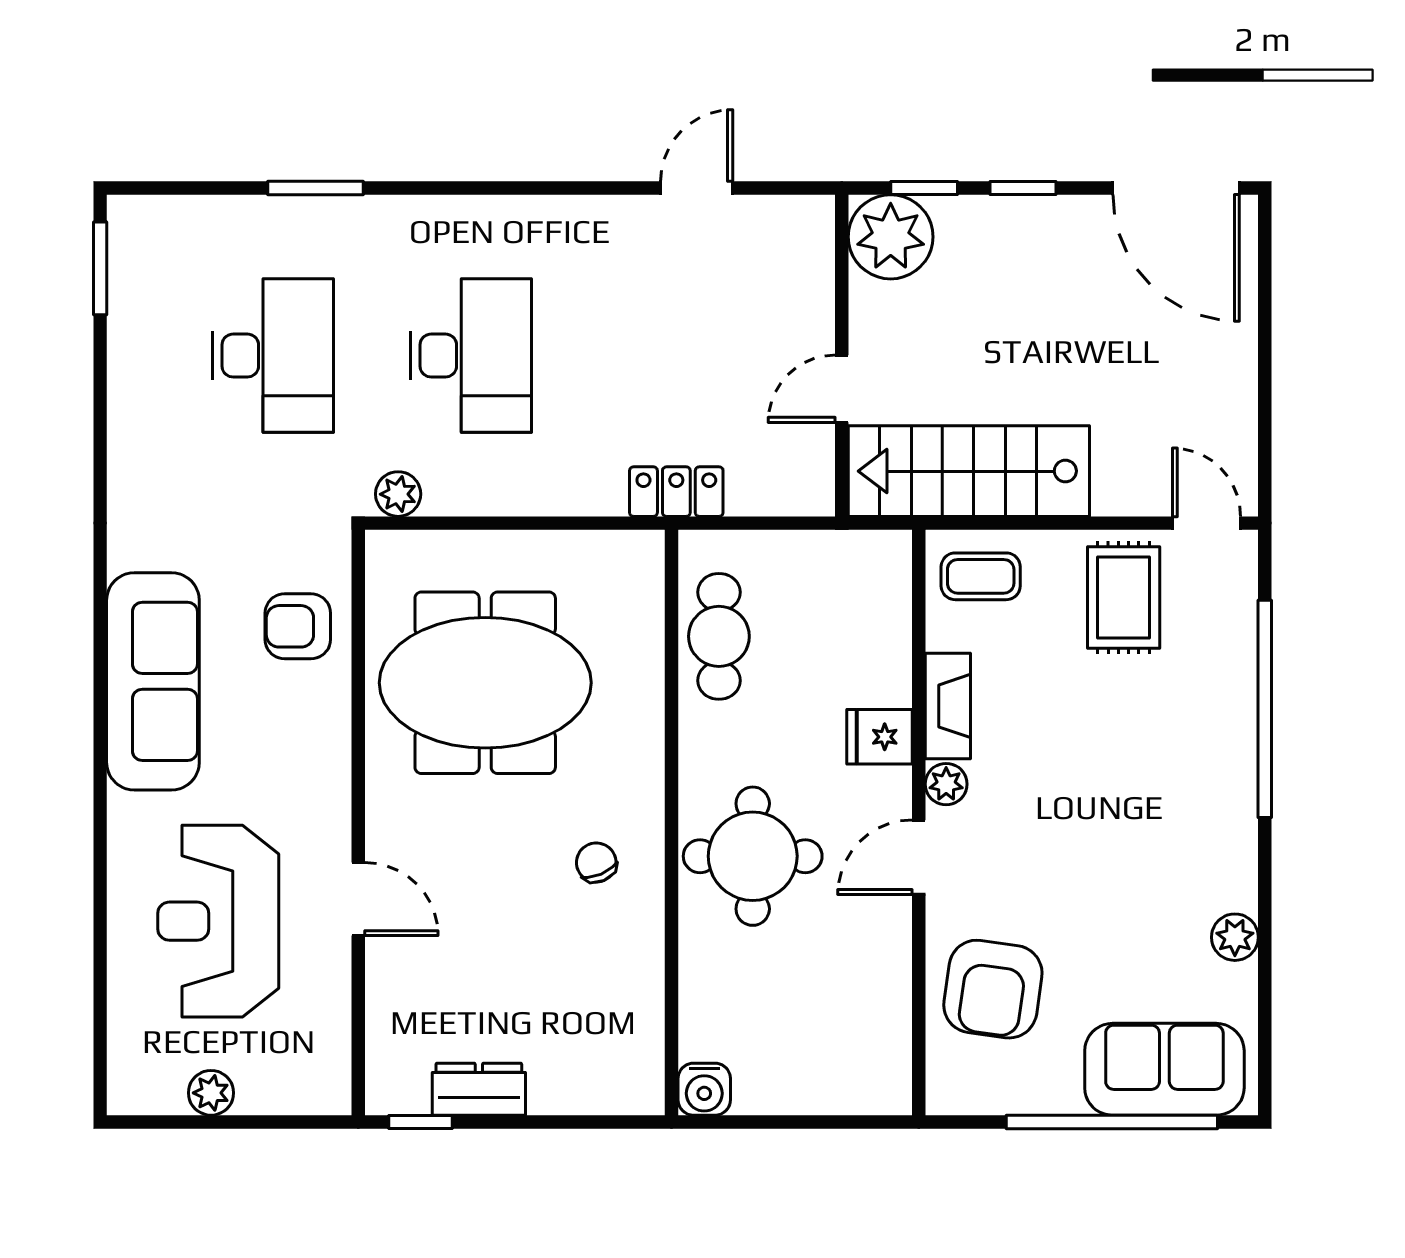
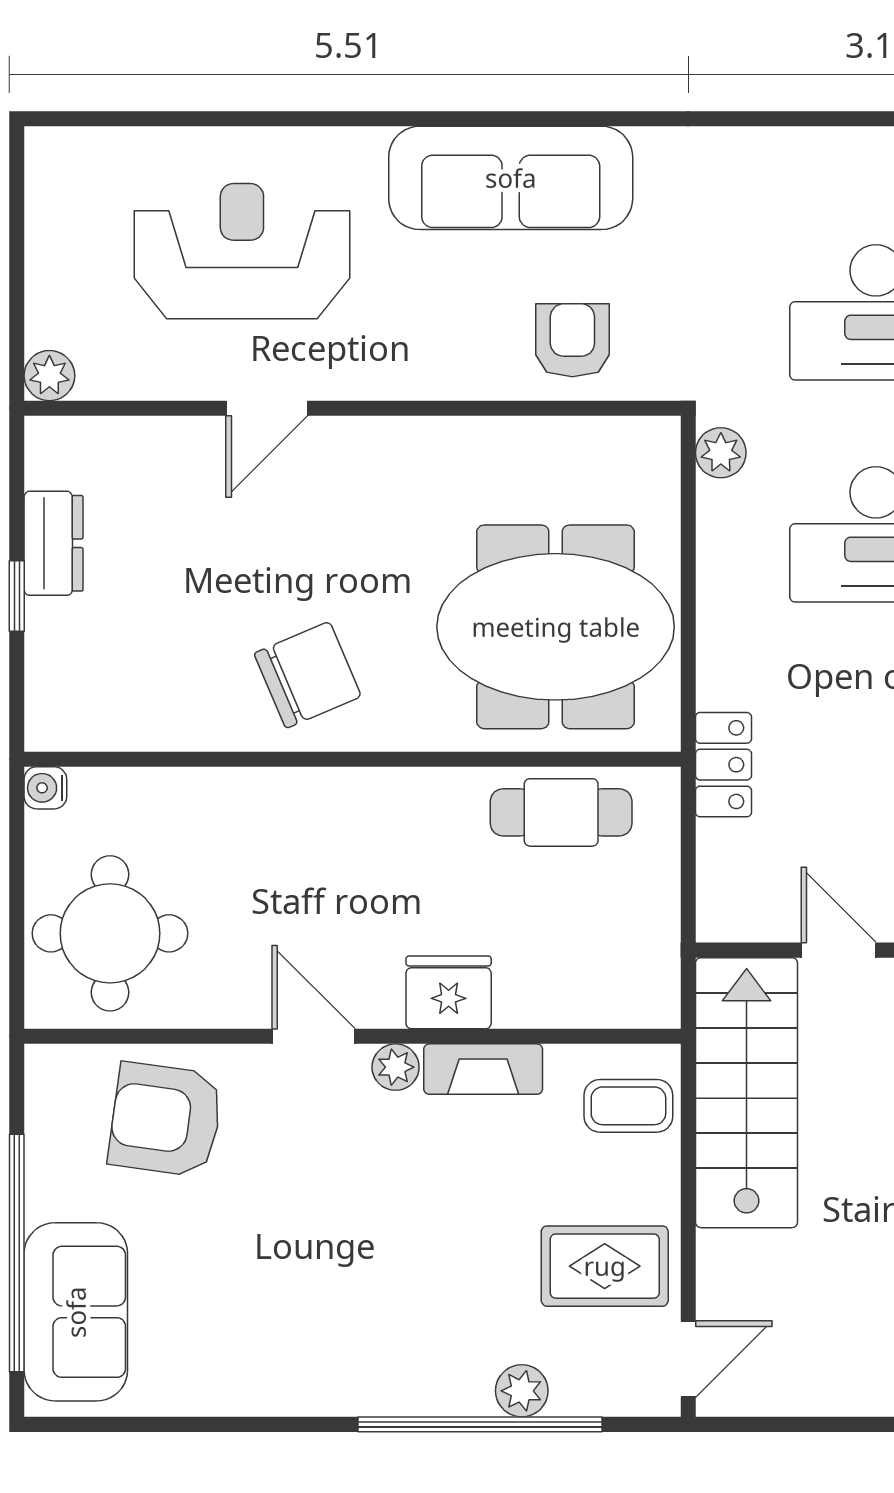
coffee table: (981, 576) -> (628, 1106), turned 90
meeting table: (485, 683) -> (556, 627), moved, turned 90
fridge: (879, 737) -> (449, 992), width x1.38
round table: (753, 856) -> (110, 933), moved
chair: (596, 863) -> (308, 675), width x1.87, depth x1.87
plant: (1235, 937) -> (522, 1391), moved
water cooler: (704, 1089) -> (45, 788), width x0.72, depth x0.72
plant: (211, 1093) -> (49, 376), moved
window: (420, 1122) -> (17, 596), moved

